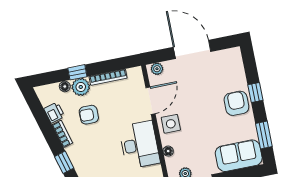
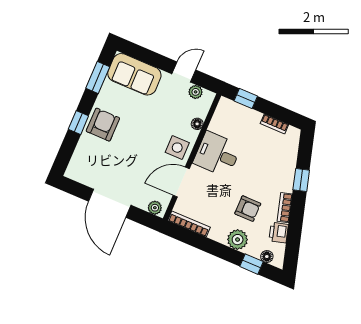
window: (77, 72) -> (251, 264), moved
bookcase: (108, 77) -> (189, 224), moved
floor lamp: (65, 86) -> (267, 257), moved
armchair: (236, 103) -> (103, 125), turned 180
desk: (139, 145) -> (217, 154), width x0.73

